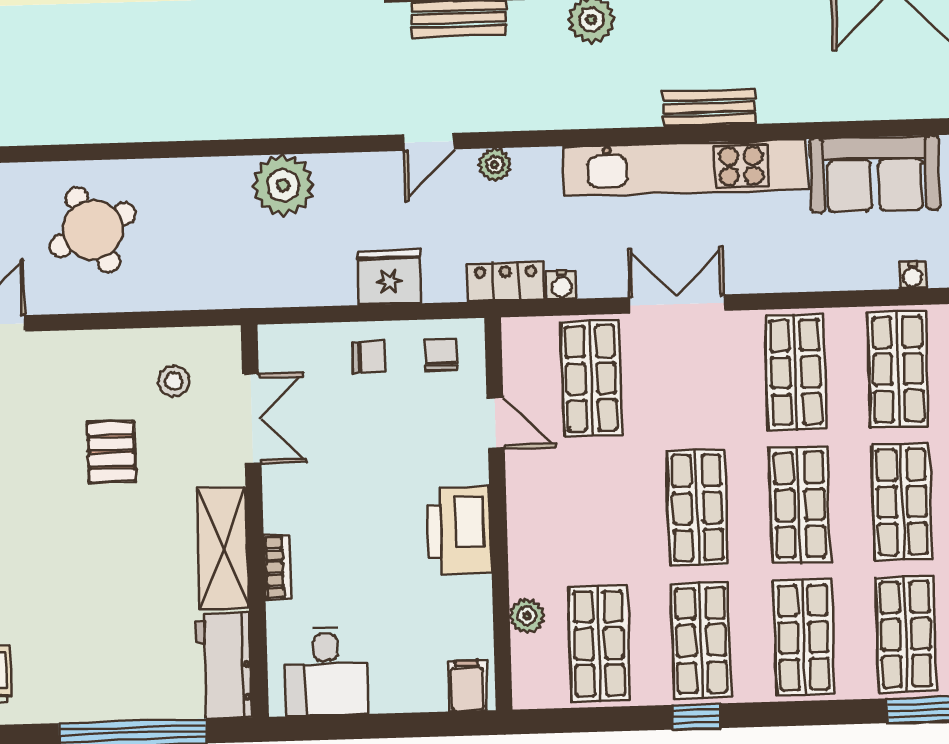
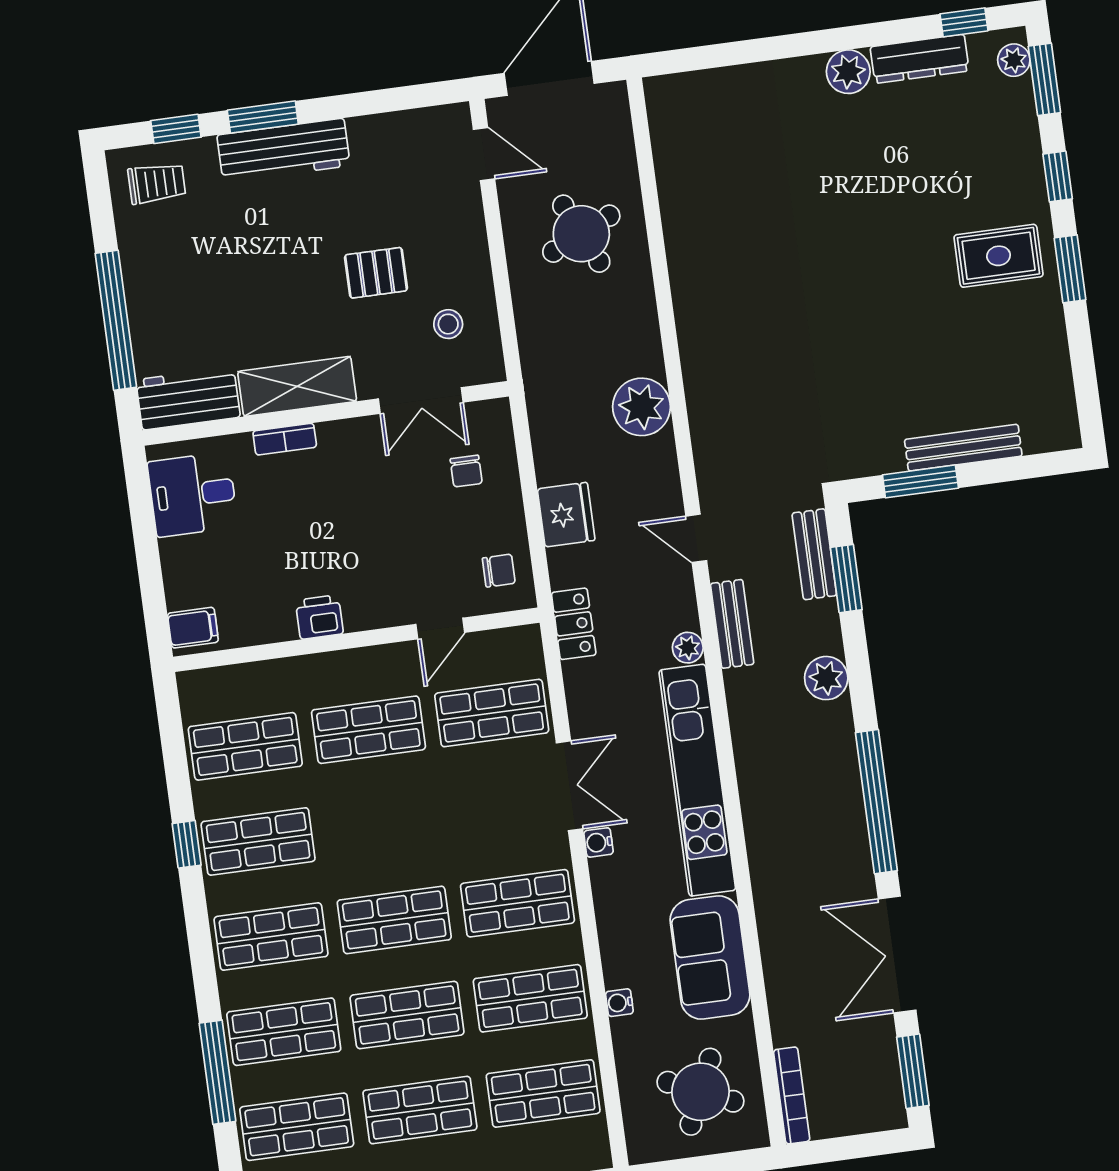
bench: (709, 108) -> (732, 624), moved
plant: (495, 165) -> (688, 648), moved
water cooler: (562, 285) -> (598, 842), moved
chair: (369, 357) -> (466, 471), moved
shop shelf: (697, 508) -> (368, 730), moved
printer: (459, 530) -> (319, 617), width x0.53, depth x0.68
plant: (527, 616) -> (264, 676), removed

